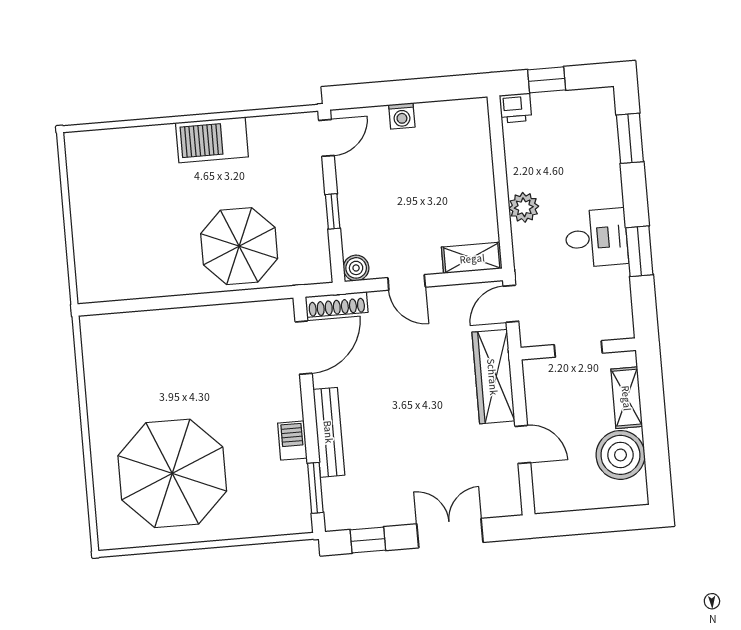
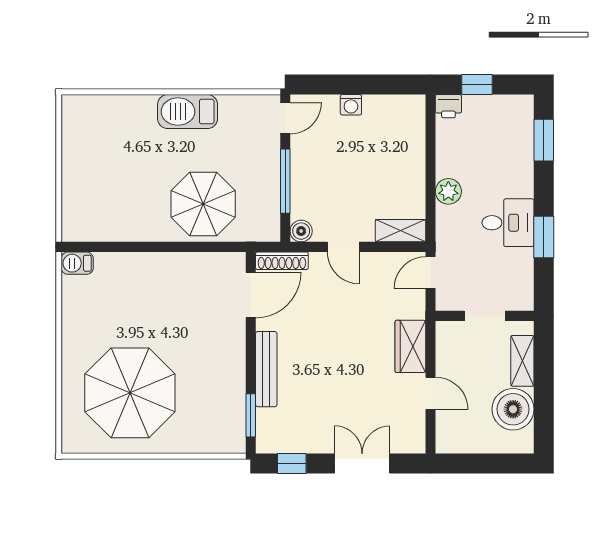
window: (333, 211) -> (285, 181), width x2.17
wardrobe: (493, 377) -> (410, 346), width x0.67
barbecue: (292, 441) -> (77, 263), moved, turned -90

